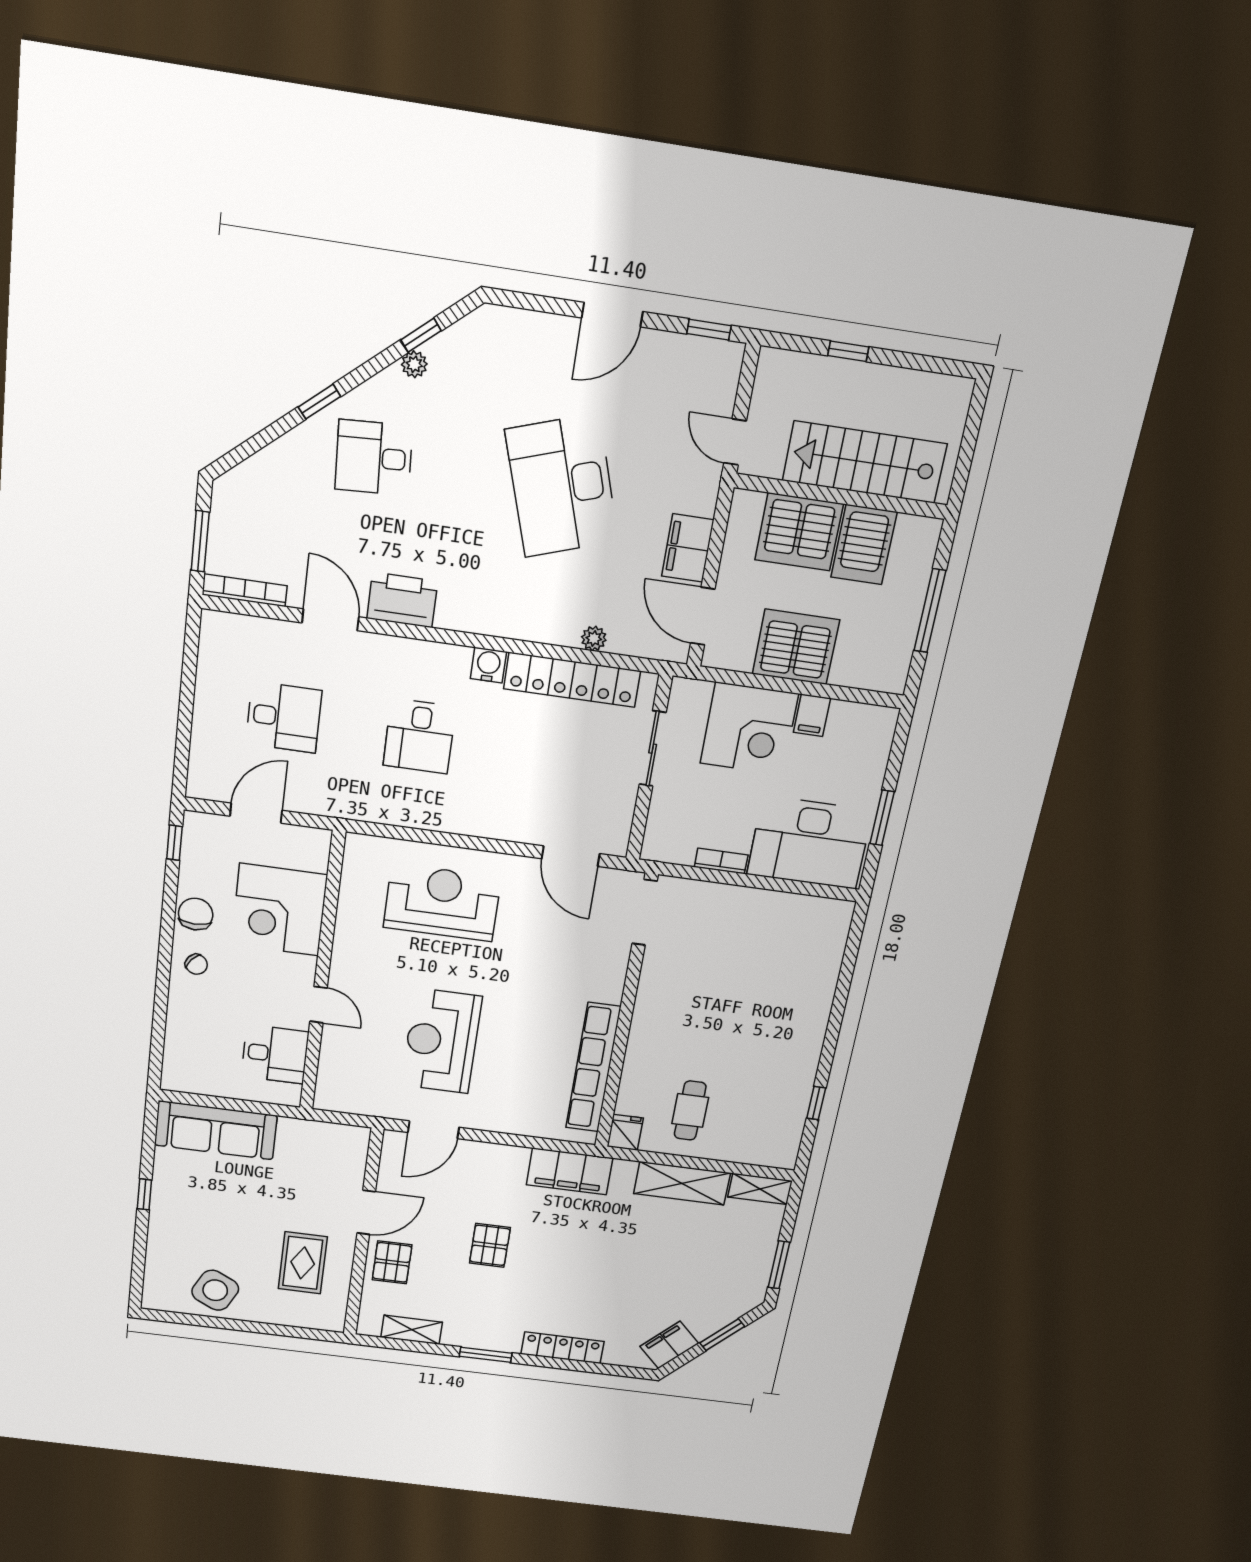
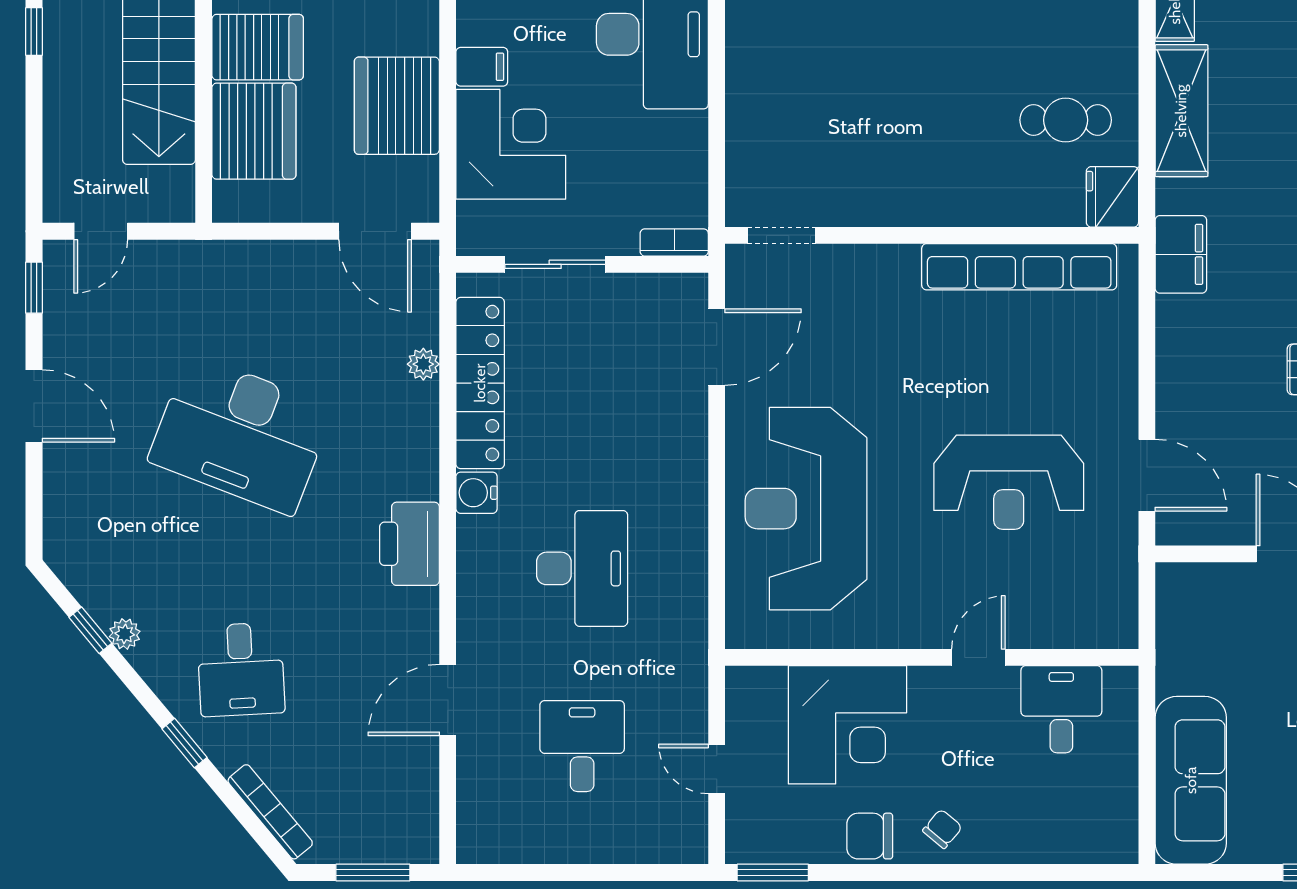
window: (848, 351) -> (34, 32), moved
door: (735, 442) -> (101, 231), moved
desk: (562, 486) -> (241, 434), turned 39
filing cabinet: (688, 548) -> (294, 266), removed
bookcase: (245, 590) -> (270, 812), moved, turned 140
printer: (402, 600) -> (410, 544), moved
door: (703, 616) -> (375, 231), hinge flipped
desk: (419, 736) -> (582, 568), width x1.37
door: (256, 813) -> (717, 769), width x0.73
window: (174, 843) -> (773, 872), width x1.50
bookcase: (721, 861) -> (674, 242), moved, turned 90
reception desk: (442, 902) -> (806, 509), width x1.36, depth x1.30
doorway: (645, 912) -> (781, 235), width x0.73
fridge: (625, 1132) -> (1112, 197), width x1.38
filing cabinet: (569, 1171) -> (1181, 254), width x0.67, depth x0.86

